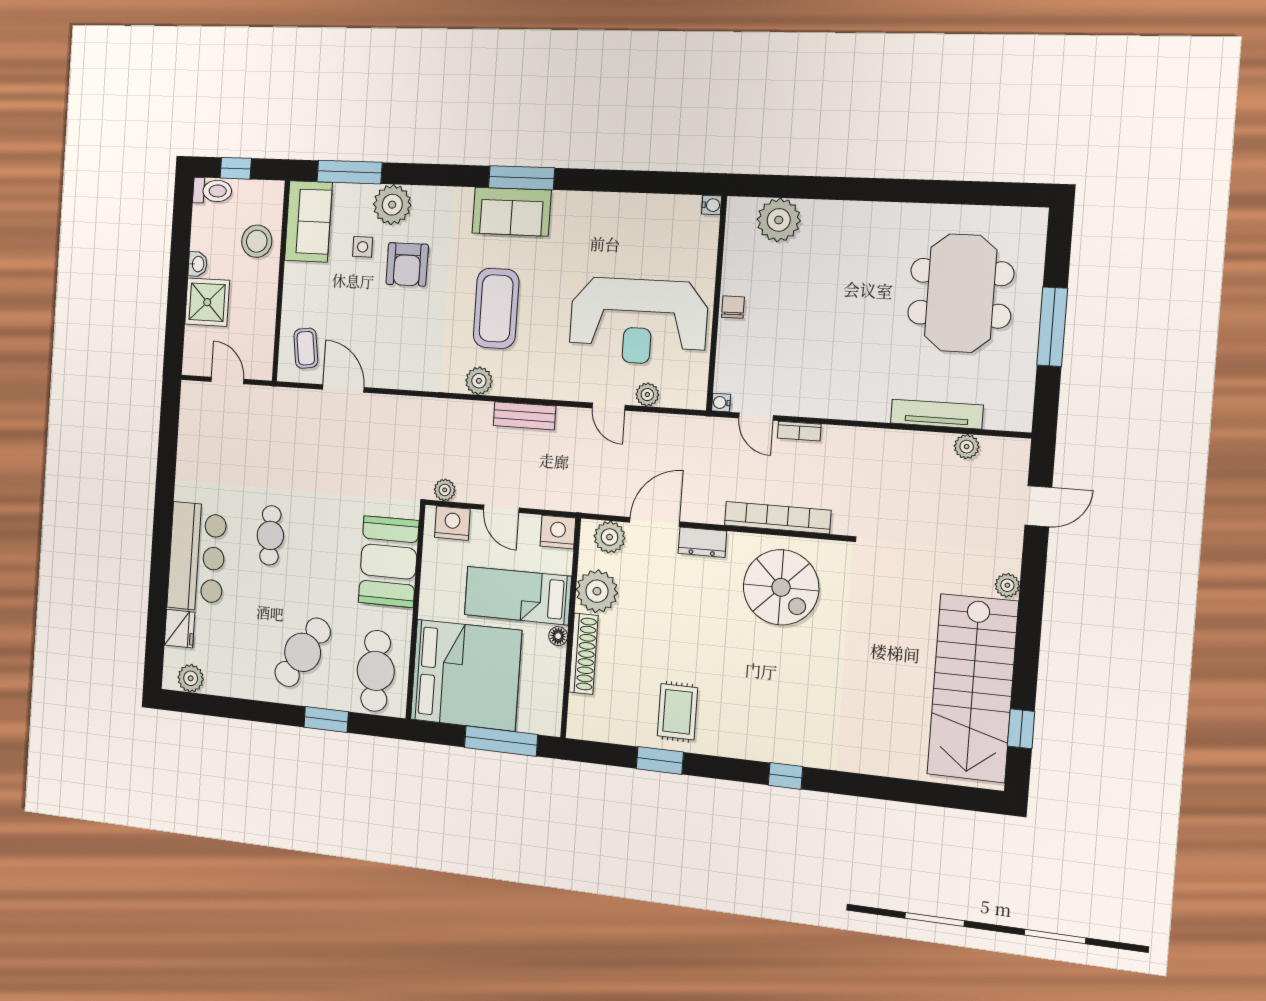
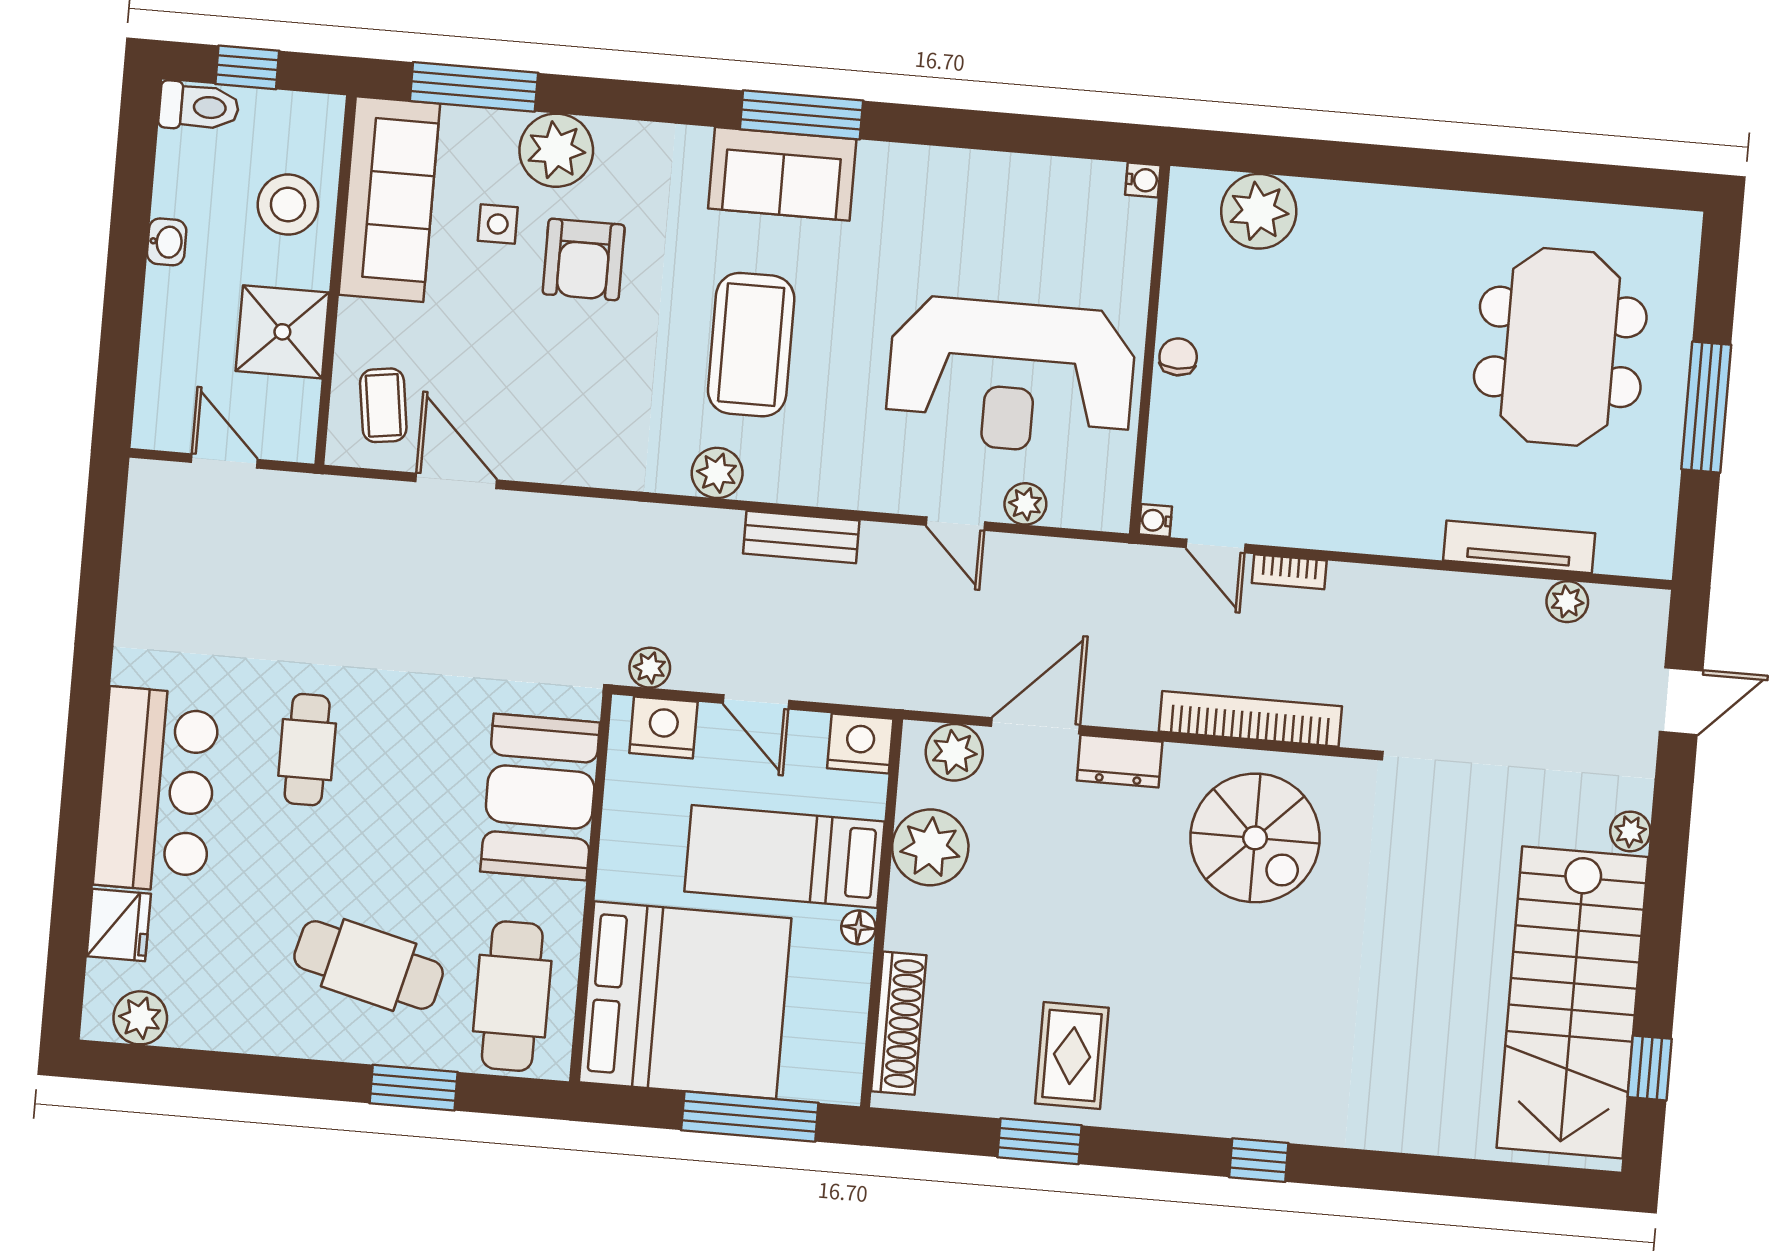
sofa: (308, 221) -> (389, 199), width x1.36
shower: (207, 302) -> (282, 332), moved
cafe table: (303, 652) -> (369, 965), turned 71
shoe rack: (583, 654) -> (899, 1023), moved

